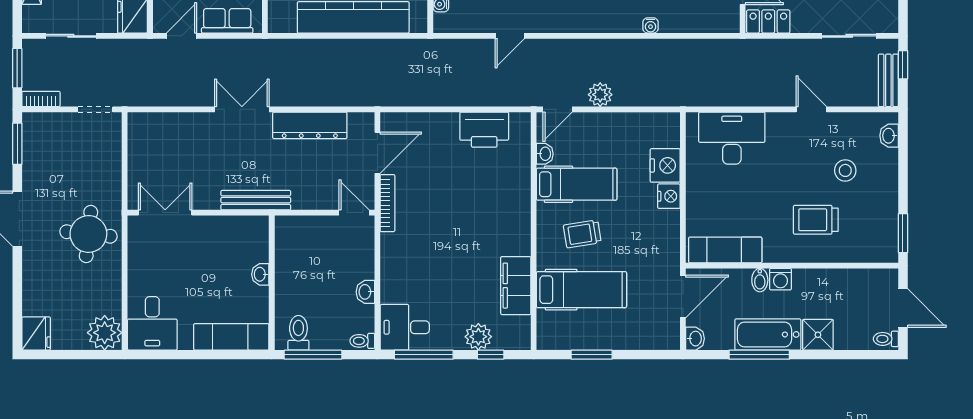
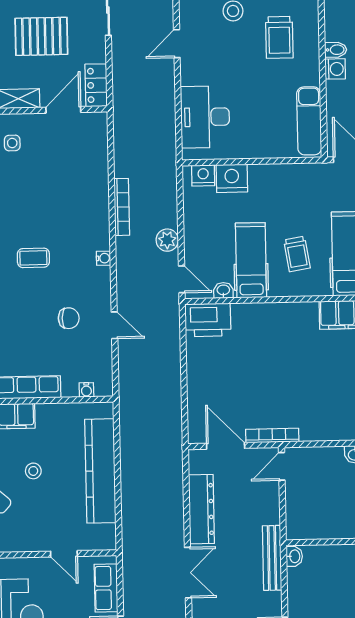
water cooler: (651, 25) -> (103, 258), moved
bookcase: (637, 46) -> (122, 207), added
double door: (242, 109) -> (188, 573), swing flipped
printer: (484, 130) -> (208, 320), moved, turned 90
nightstand: (669, 196) -> (203, 175), moved
washbasin: (260, 274) -> (294, 556), moved, turned -90
bidet: (760, 280) -> (336, 50), moved

